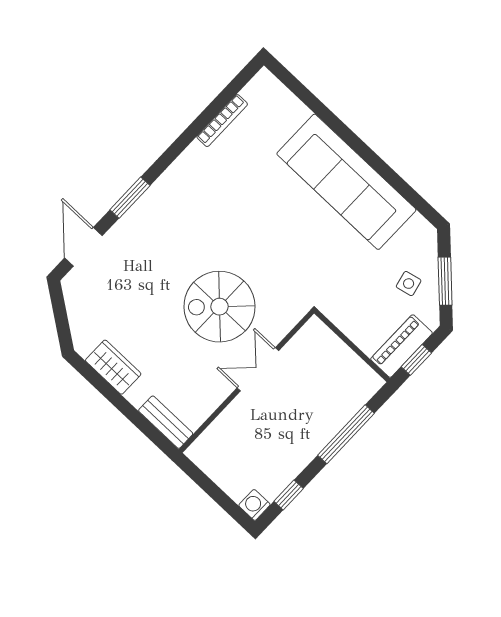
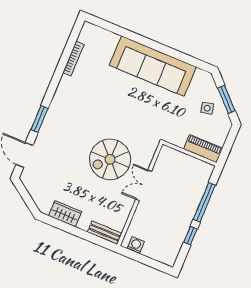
piano: (401, 346) -> (203, 149), moved, turned 90
window: (416, 360) -> (227, 148), removed
window: (289, 495) -> (190, 236), moved
washing machine: (254, 505) -> (136, 245), moved, turned 90

